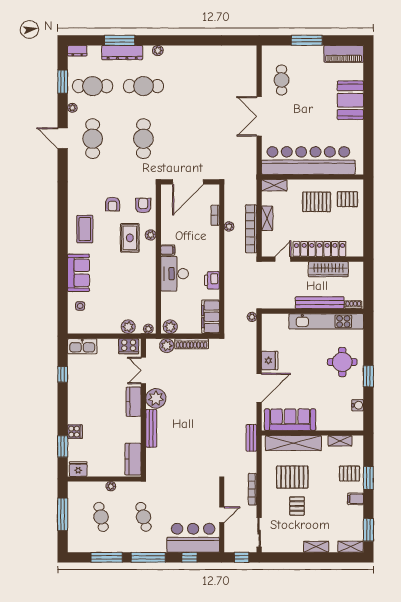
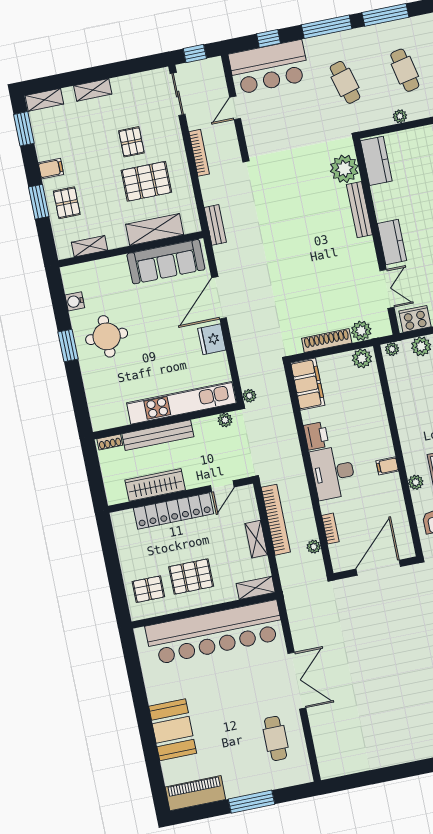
plant: (229, 226) -> (314, 547), moved
desk: (175, 274) -> (333, 473), moved, turned 180
plant: (272, 304) -> (225, 420), added
kitchen unit: (326, 321) -> (181, 403), moved
round table: (342, 362) -> (107, 336), moved
plant: (156, 398) -> (344, 169), moved
shelving: (293, 443) -> (155, 230), width x0.68
pallet: (349, 473) -> (67, 203), turned 90

